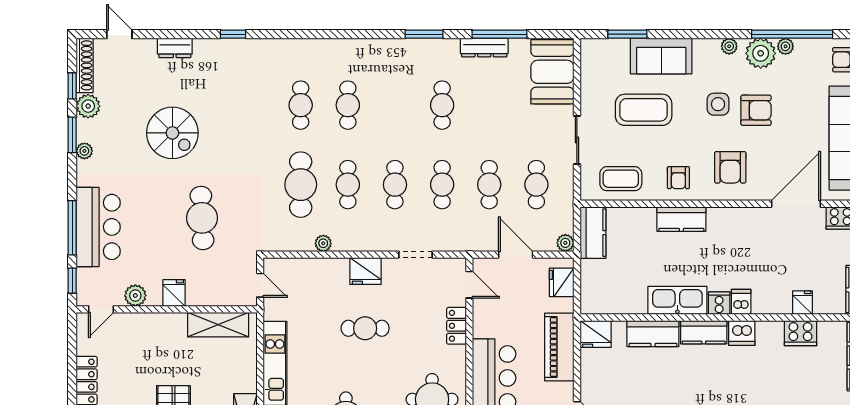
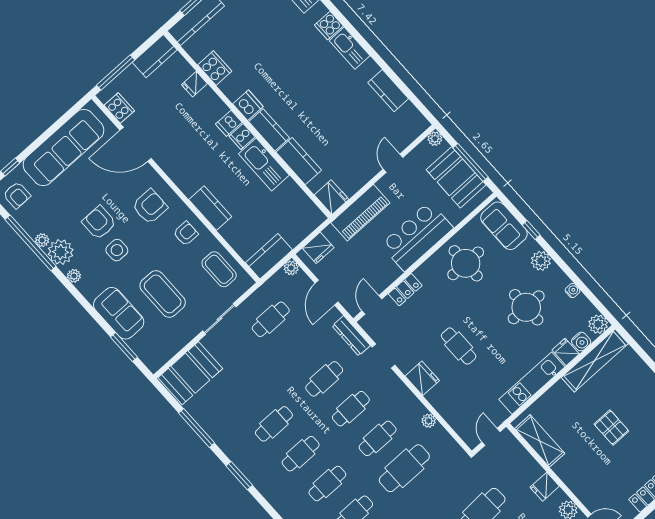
dresser: (484, 48) -> (351, 336), moved, turned 180
cafe table: (489, 185) -> (301, 454), moved

